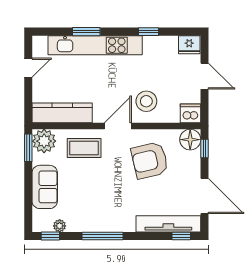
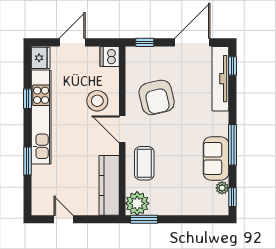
kitchen unit: (95, 45) -> (41, 117), moved
floor lamp: (190, 140) -> (136, 57), removed
sofa: (45, 187) -> (216, 158), moved, turned -90

